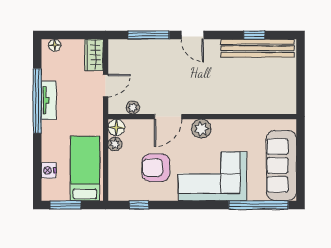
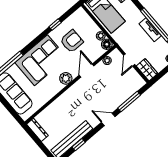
dresser: (289, 96) -> (37, 130), added
window: (139, 205) -> (55, 25), moved

